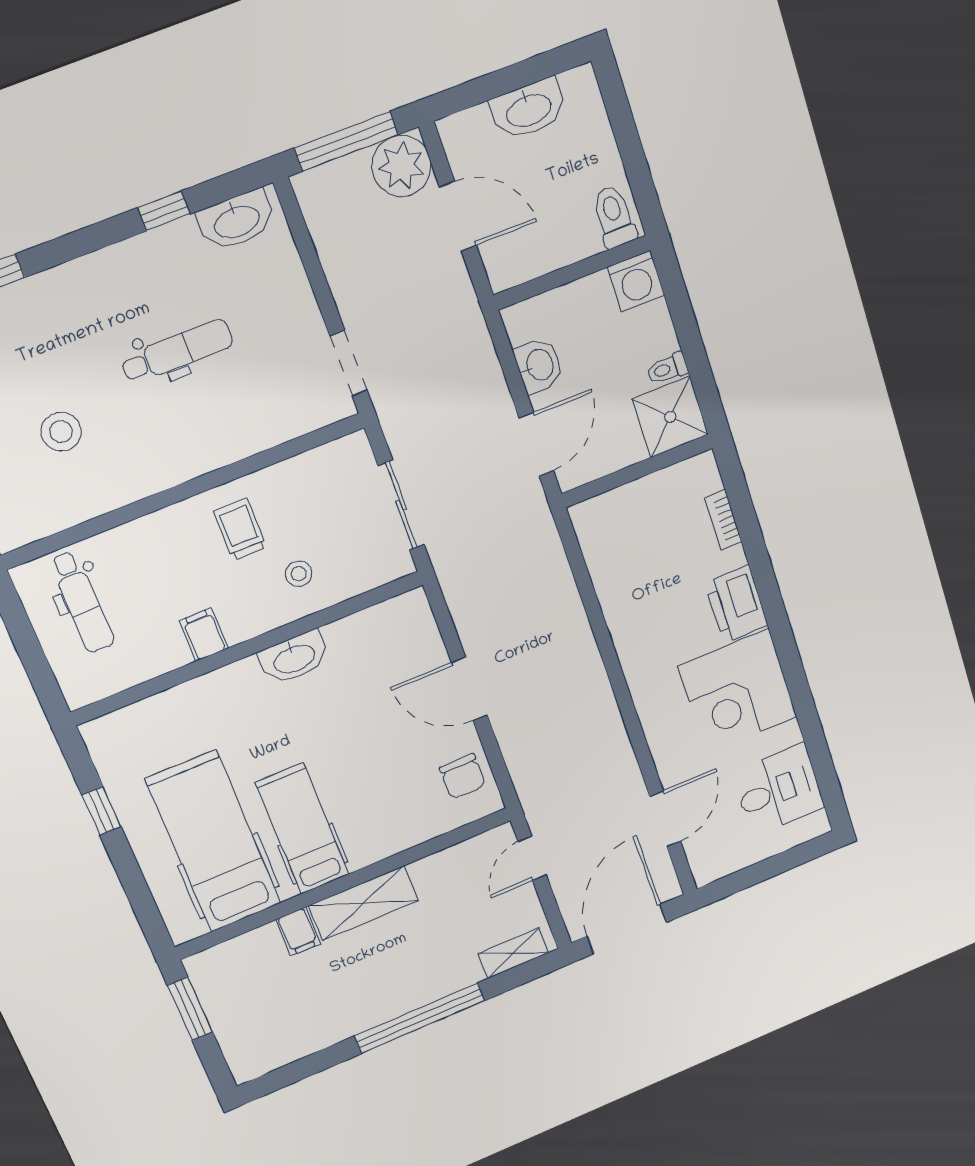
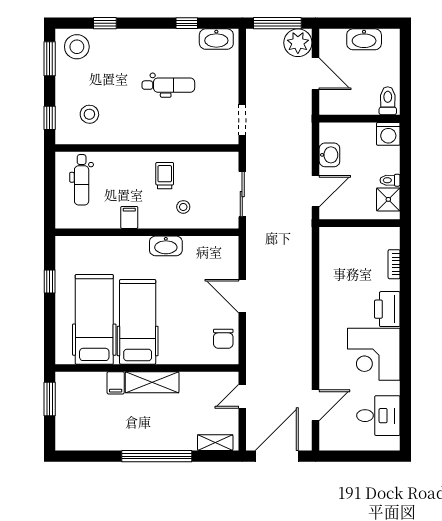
shower: (670, 417) -> (388, 199), width x0.73, depth x0.73
stool: (61, 432) -> (89, 114), moved
hospital bed: (302, 829) -> (138, 322), width x1.37, depth x1.29

